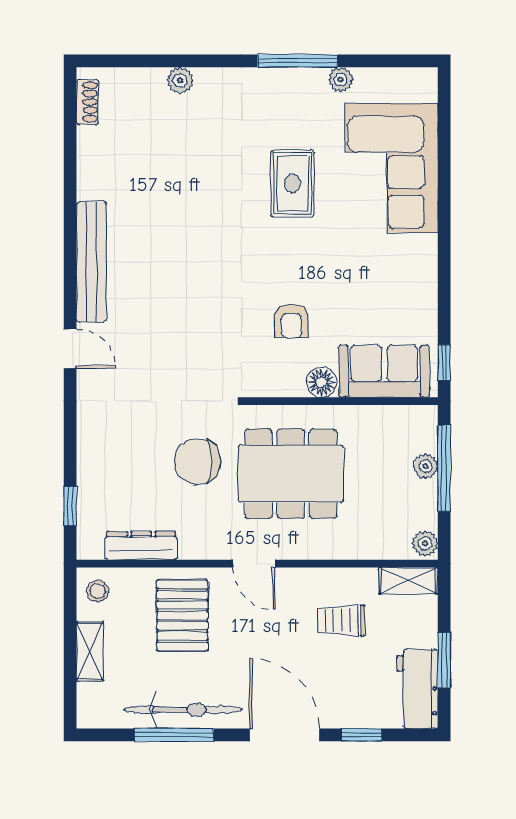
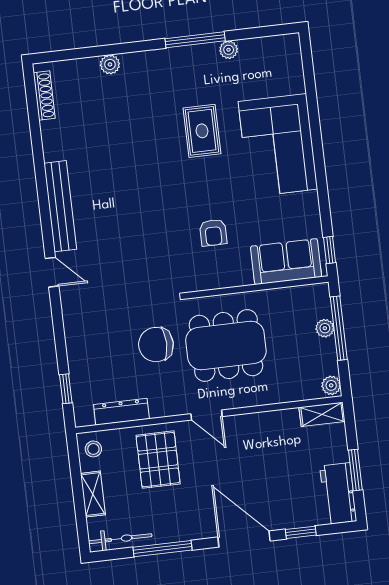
shoe rack: (87, 102) -> (44, 96), width x1.43
corner sofa: (392, 168) -> (278, 145), moved
floor lamp: (321, 382) -> (241, 275), removed
trolley: (341, 620) -> (276, 450), removed
bicycle: (183, 710) -> (120, 539), moved, width x0.73, depth x0.71

